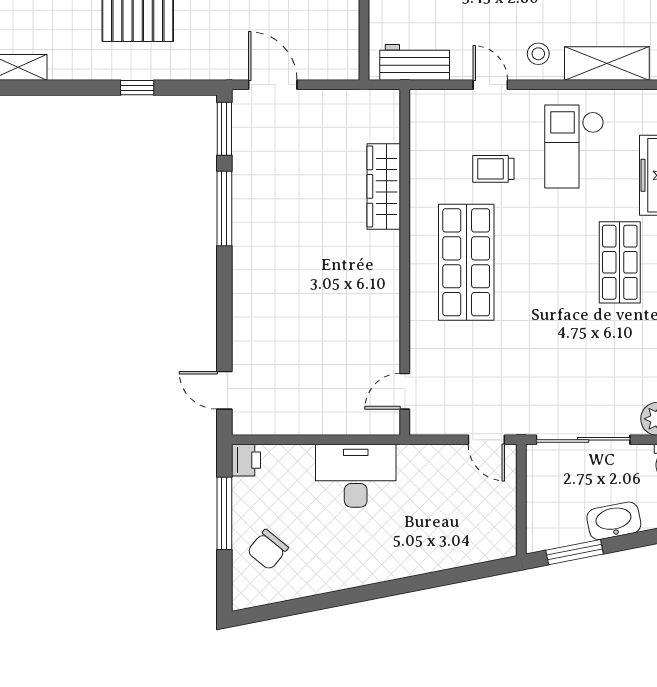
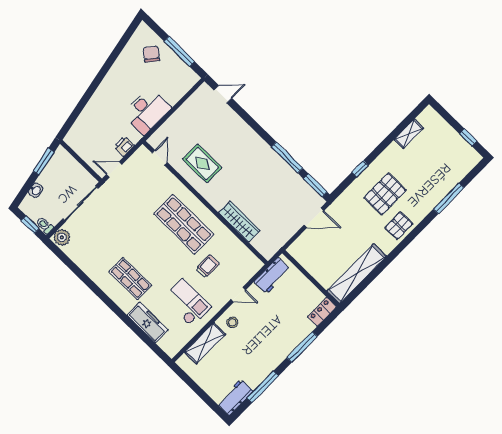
rug: (353, 322) -> (202, 163), added
printer: (246, 460) -> (124, 146), moved, turned 90
washbasin: (614, 521) -> (36, 190), width x0.52, depth x0.69

